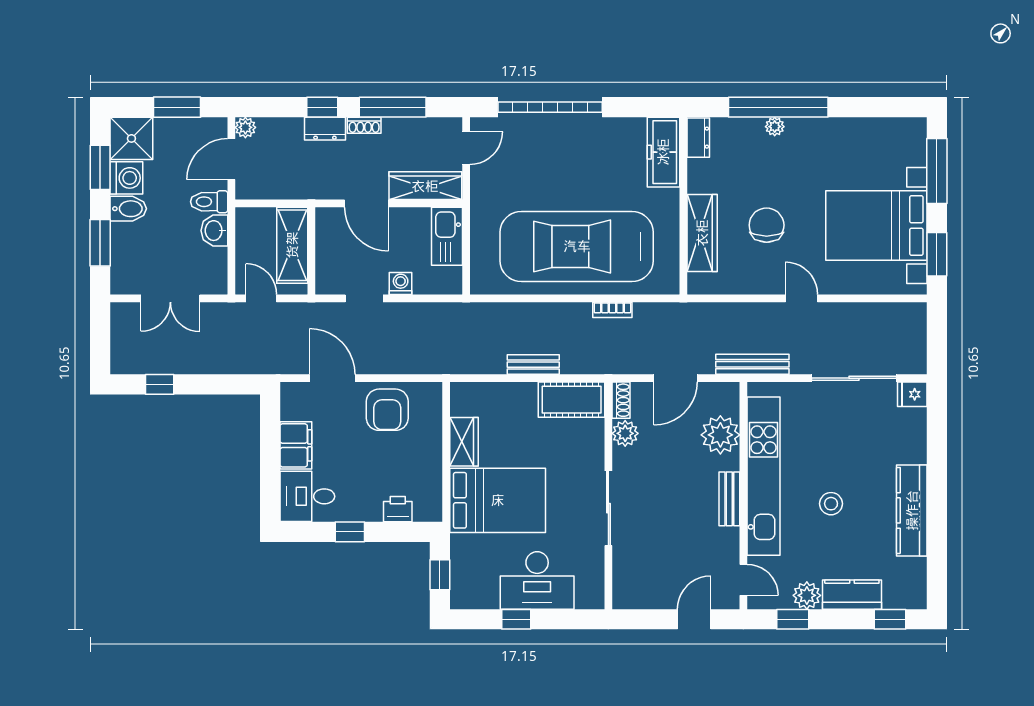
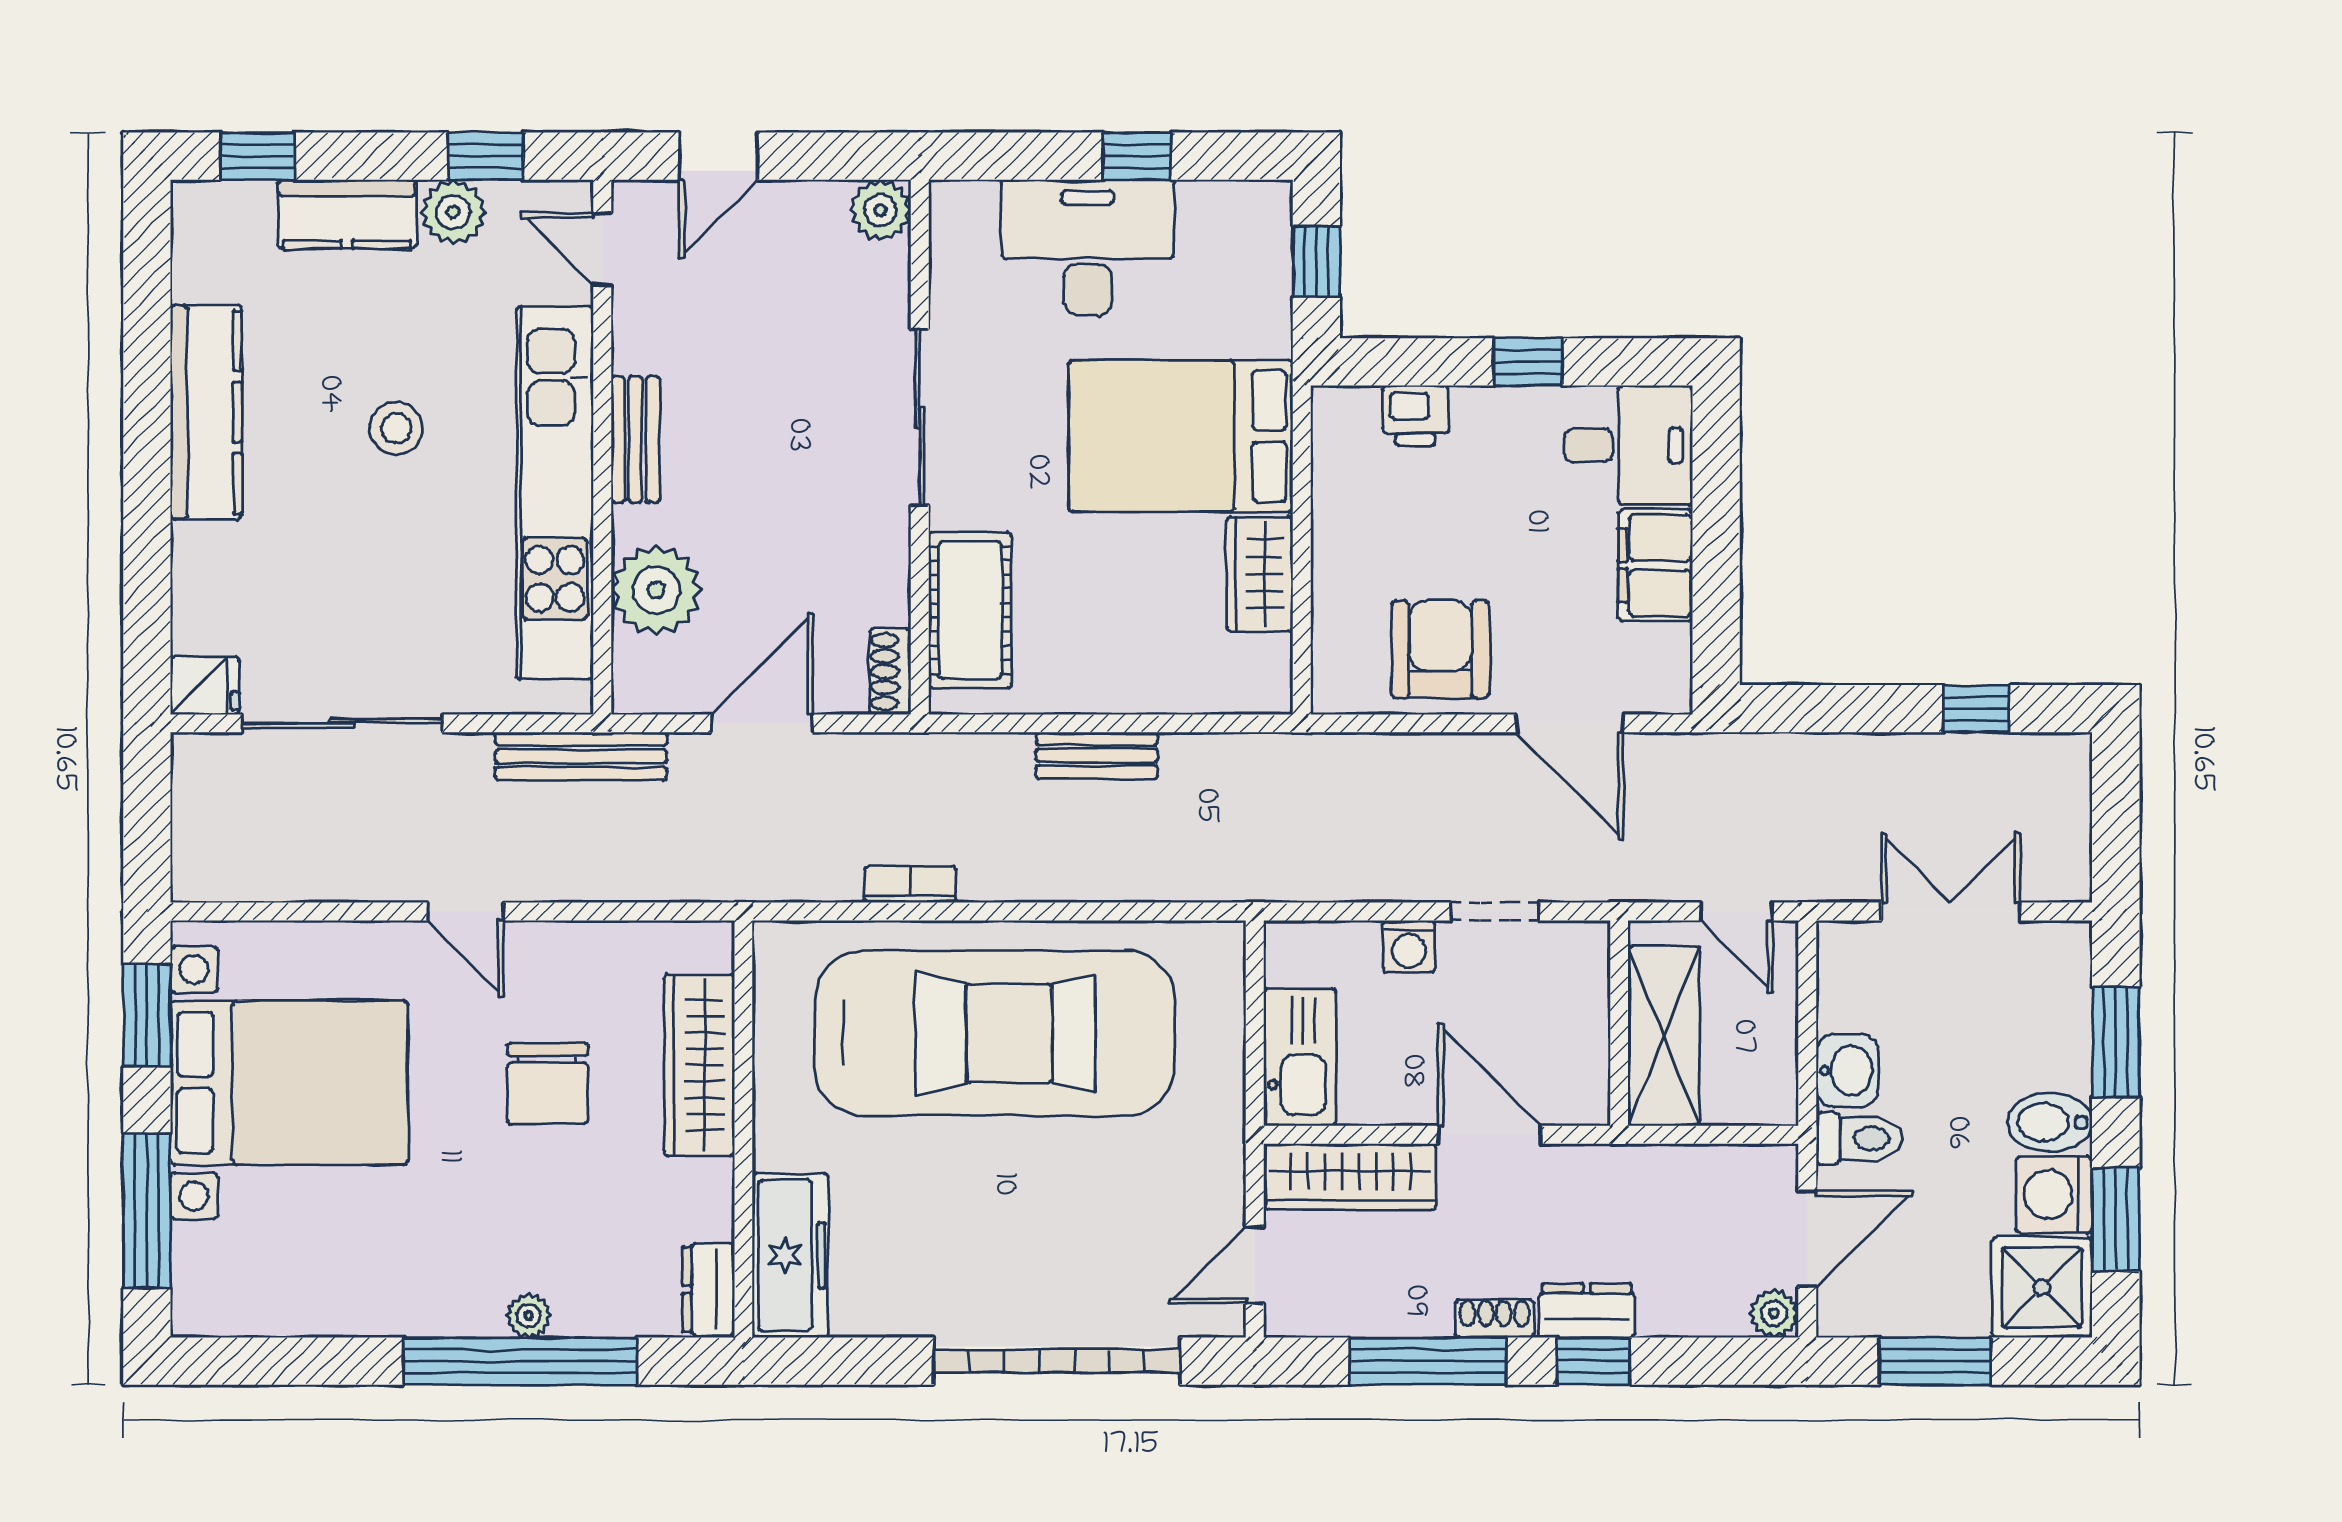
cot: (572, 400) -> (970, 610), moved, turned 90
plant: (625, 433) -> (880, 210), moved

